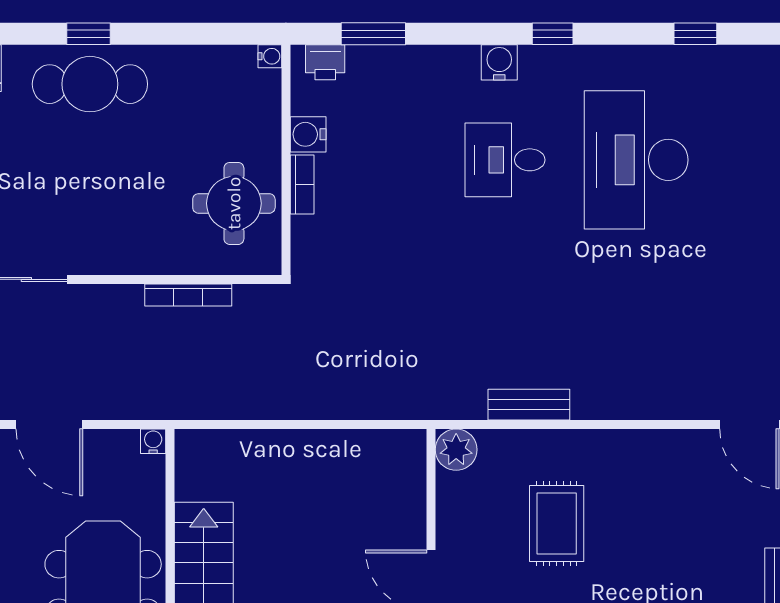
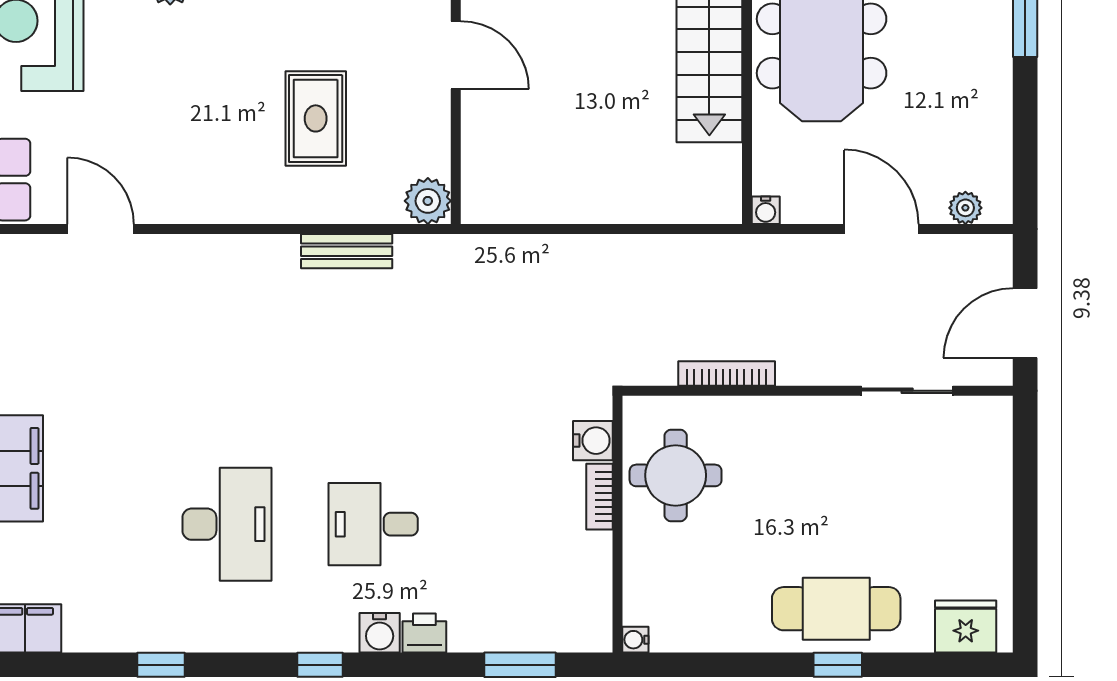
printer: (325, 62) -> (424, 633), moved
water cooler: (308, 134) -> (593, 441), moved
desk: (505, 160) -> (373, 524), turned 180
desk: (636, 160) -> (227, 524), width x0.73, depth x0.77

